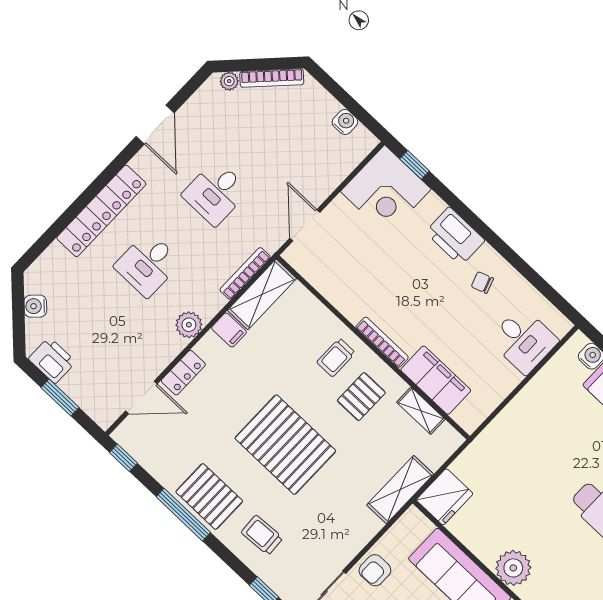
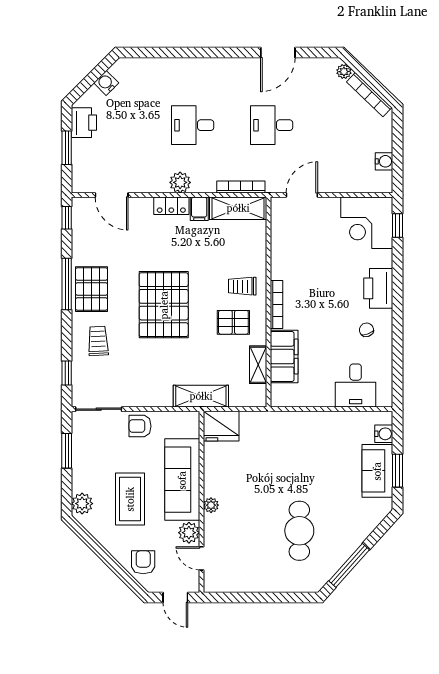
locker: (101, 211) -> (198, 69), removed
locker: (183, 373) -> (171, 206), moved
plant: (513, 568) -> (211, 505), width x0.53, depth x0.53

